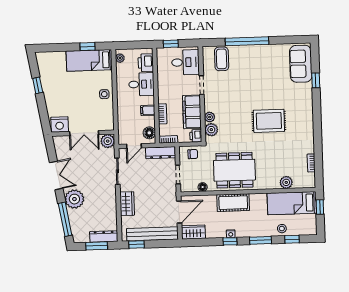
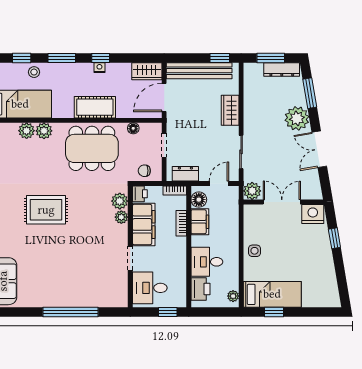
coffee table: (222, 59) -> (104, 291), removed
window: (38, 85) -> (334, 238), moved
filing cabinet: (148, 110) -> (200, 222), width x2.00
dresser: (160, 153) -> (185, 174), width x0.70
plant: (273, 183) -> (44, 131), added
window: (65, 219) -> (310, 93), width x0.69
dresser: (104, 236) -> (282, 70), moved

